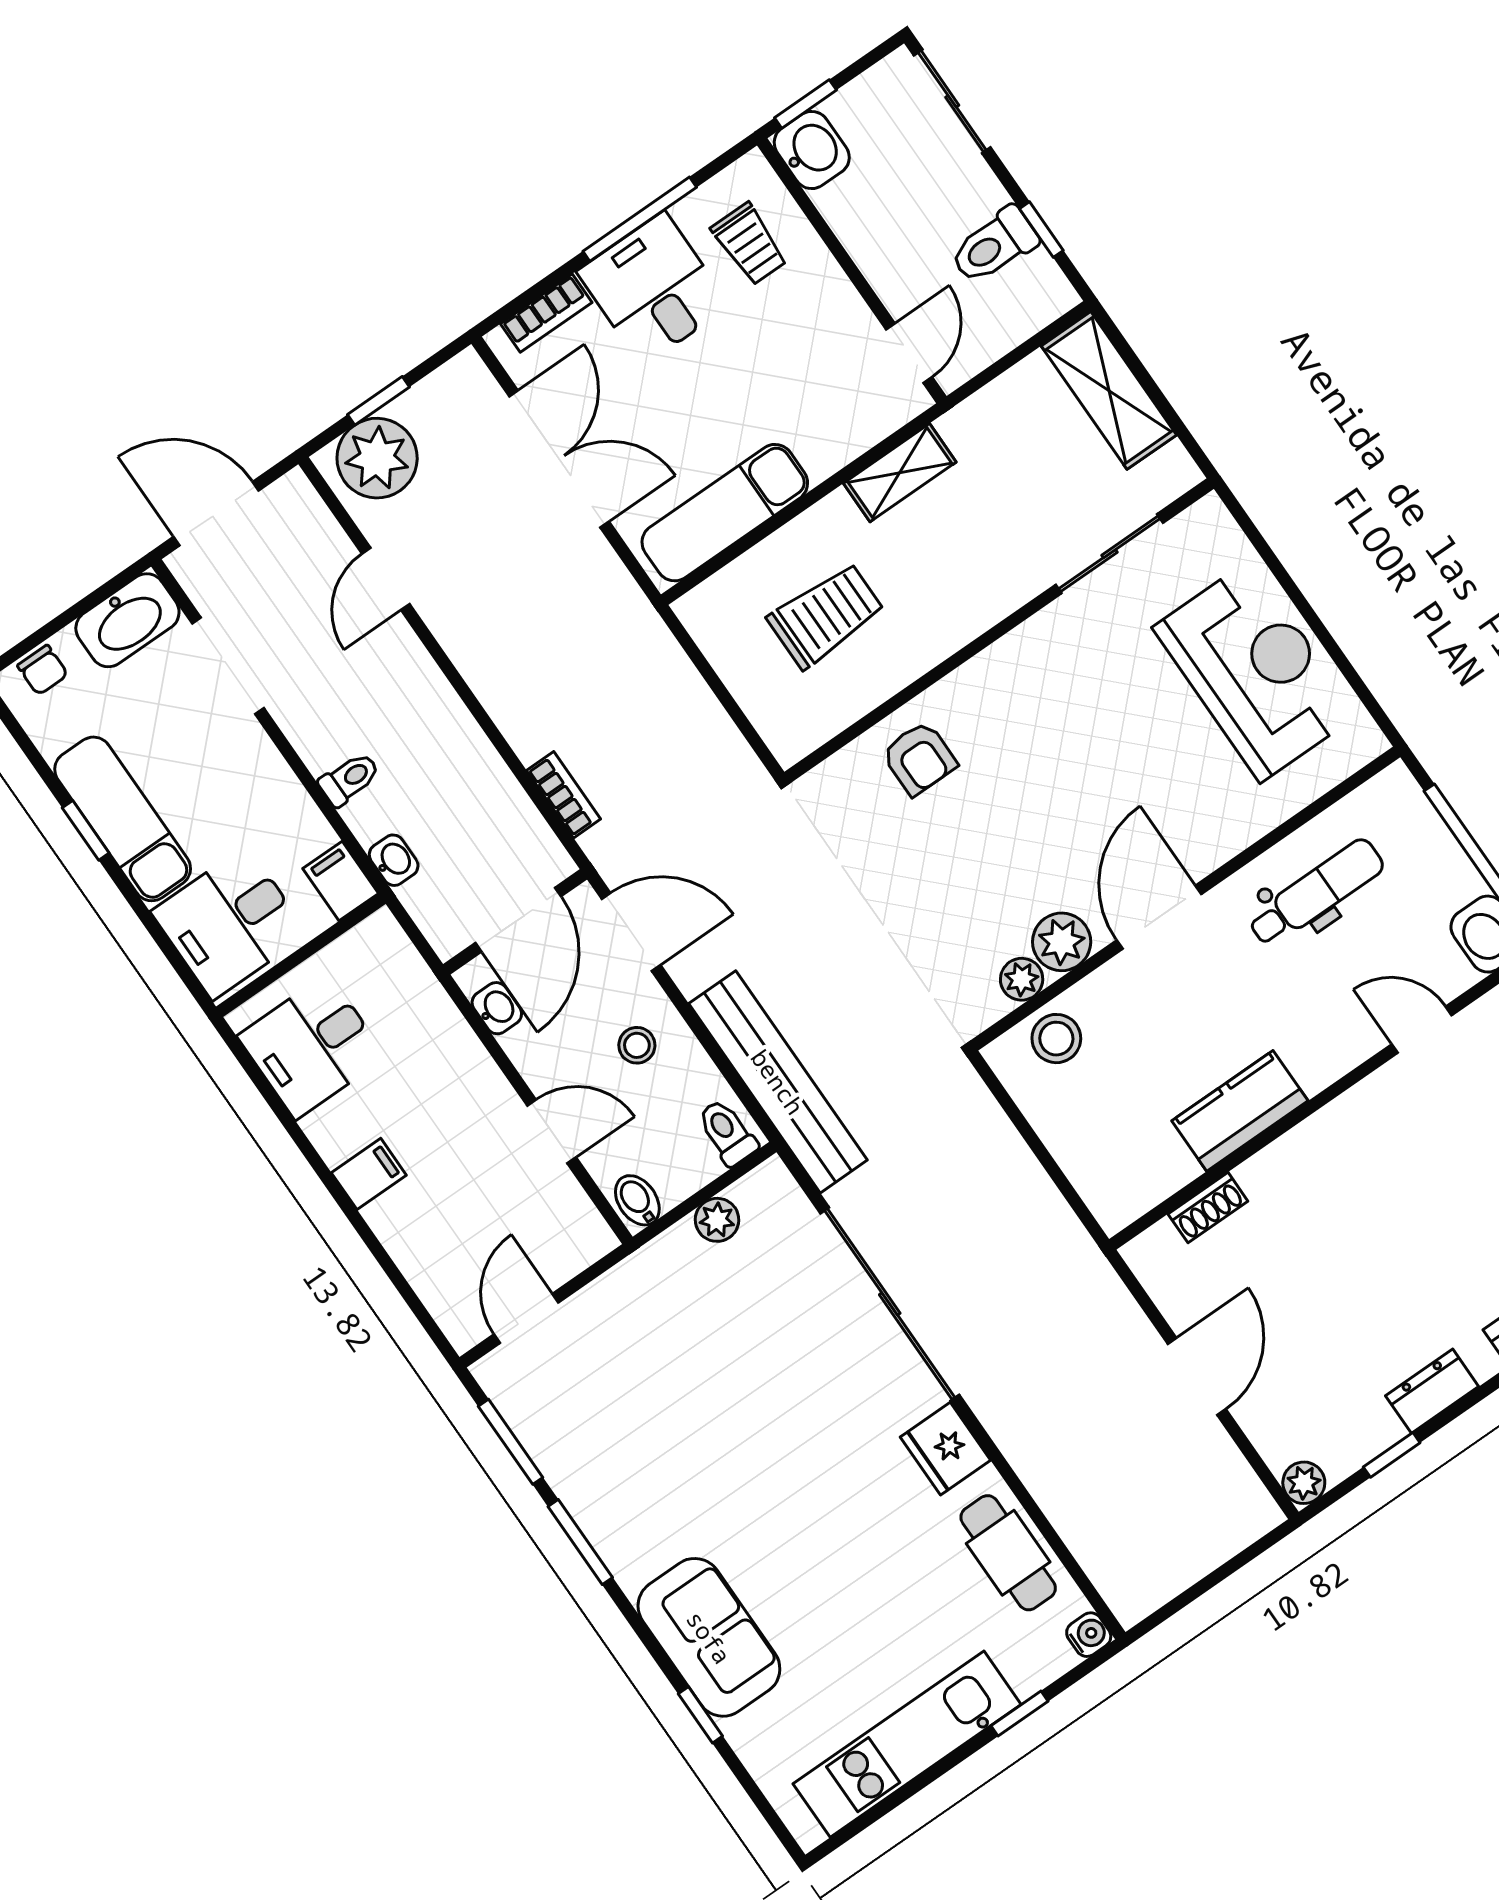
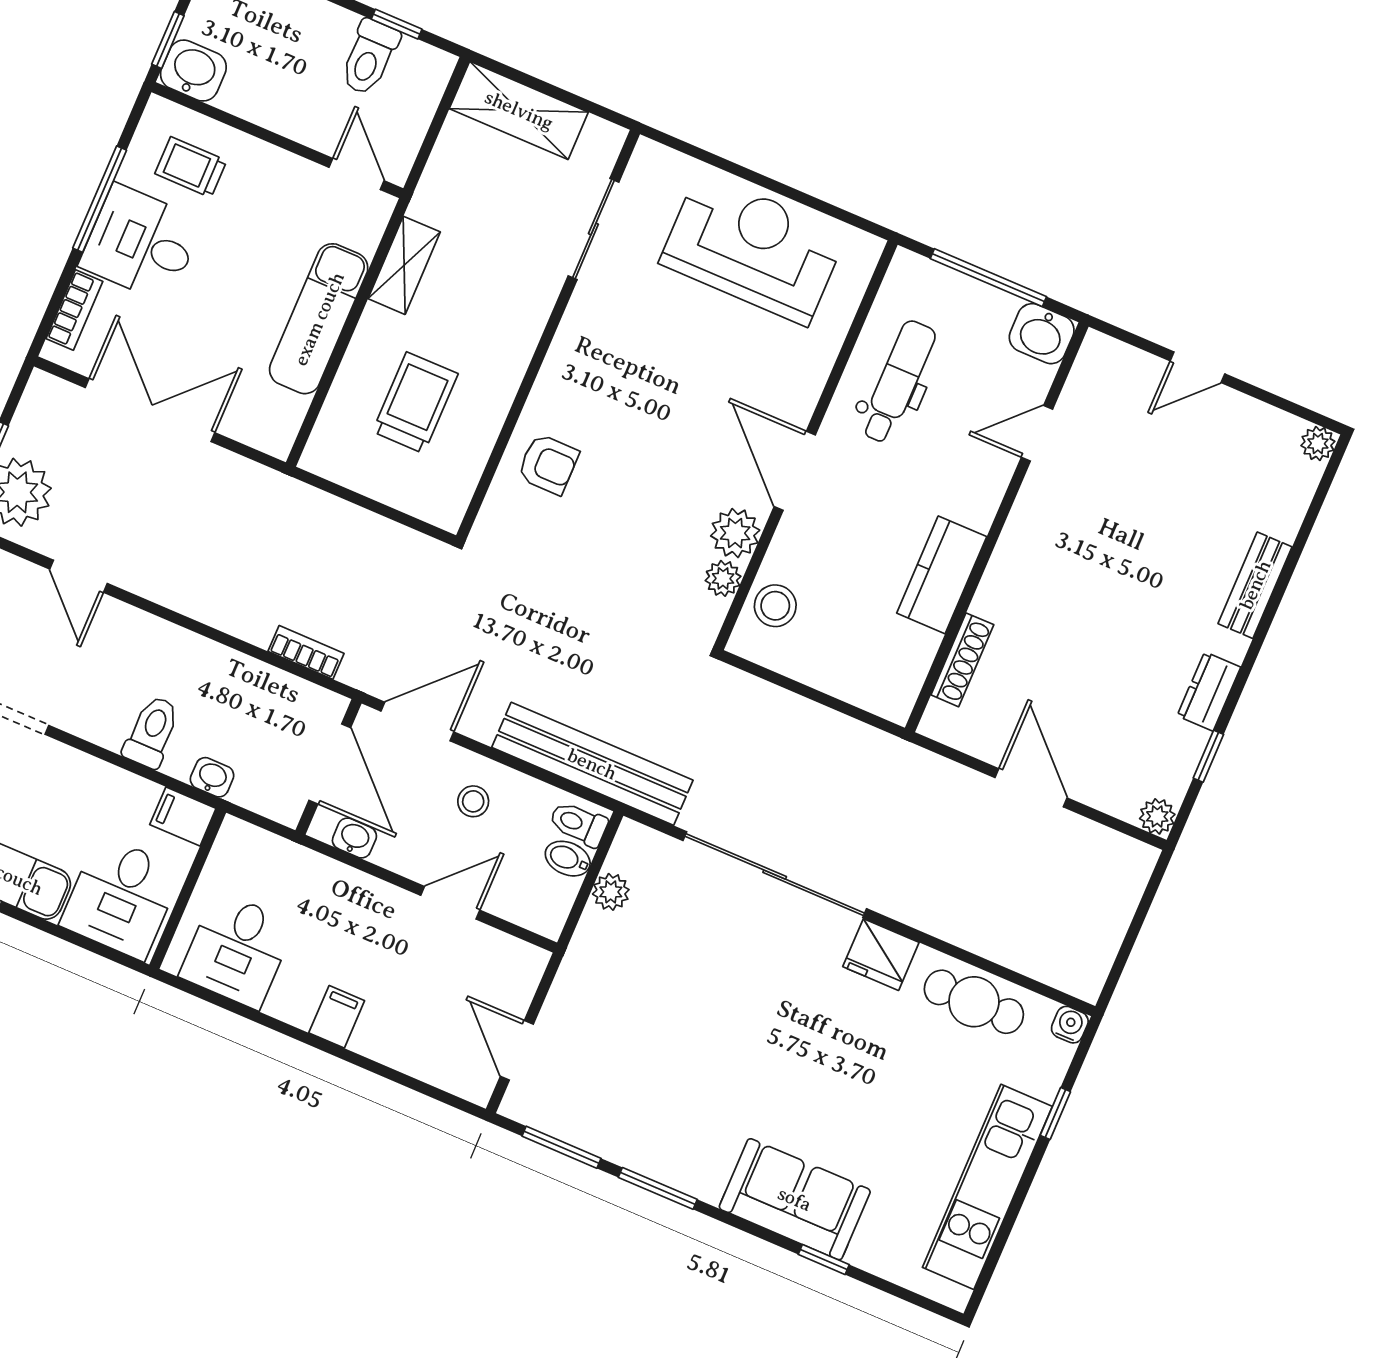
trolley: (749, 244) -> (191, 167), turned 180
exam couch: (725, 513) -> (319, 319), moved
toilet: (349, 779) -> (152, 732), width x1.37, depth x1.39
bidet: (637, 1200) -> (568, 859), moved
shoe rack: (1208, 1208) -> (962, 660), width x1.43

